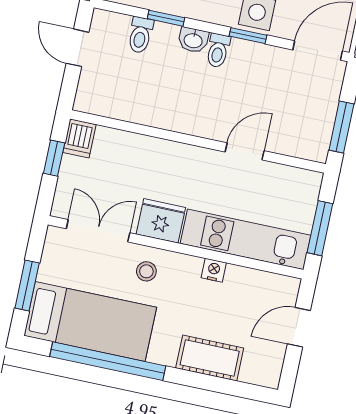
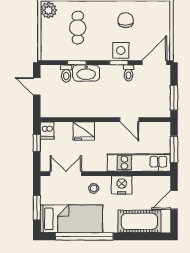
washbasin: (193, 40) -> (86, 73), width x1.91, depth x1.45
toilet: (218, 50) -> (128, 73), moved
door: (245, 151) -> (129, 120), swing flipped
fridge: (161, 221) -> (84, 131), moved, turned 180
nightstand: (214, 270) -> (122, 185), width x1.89, depth x1.79
cot: (210, 358) -> (139, 221), width x1.37, depth x1.34

